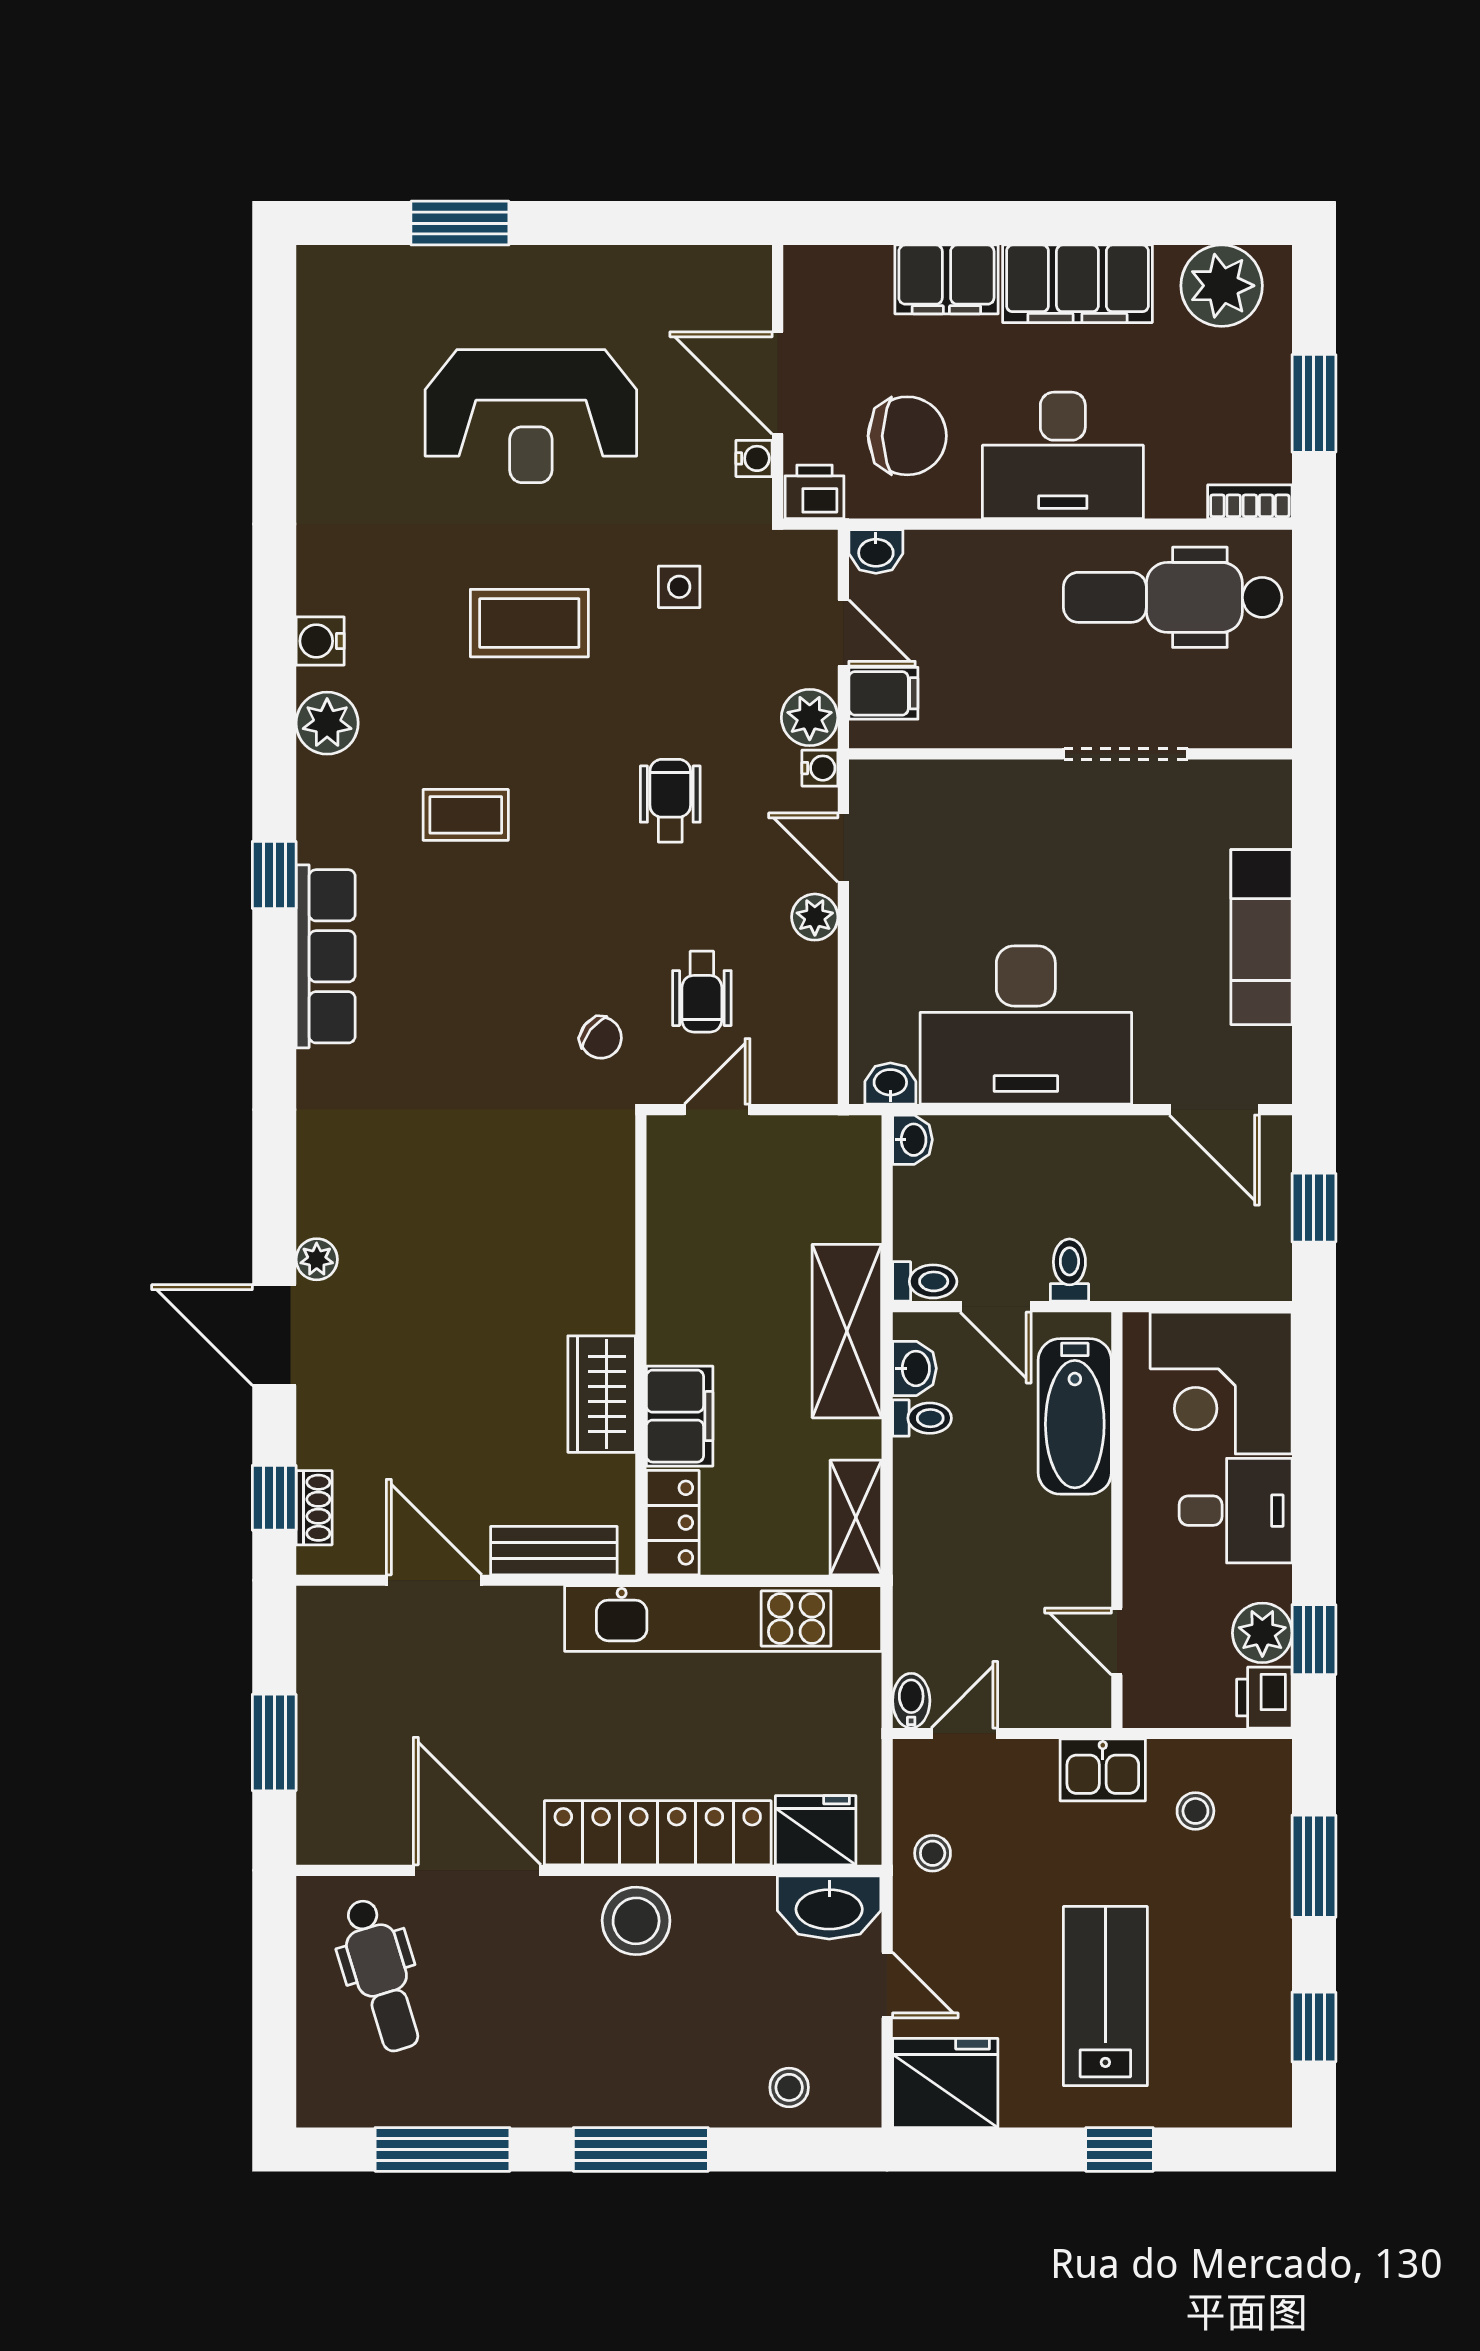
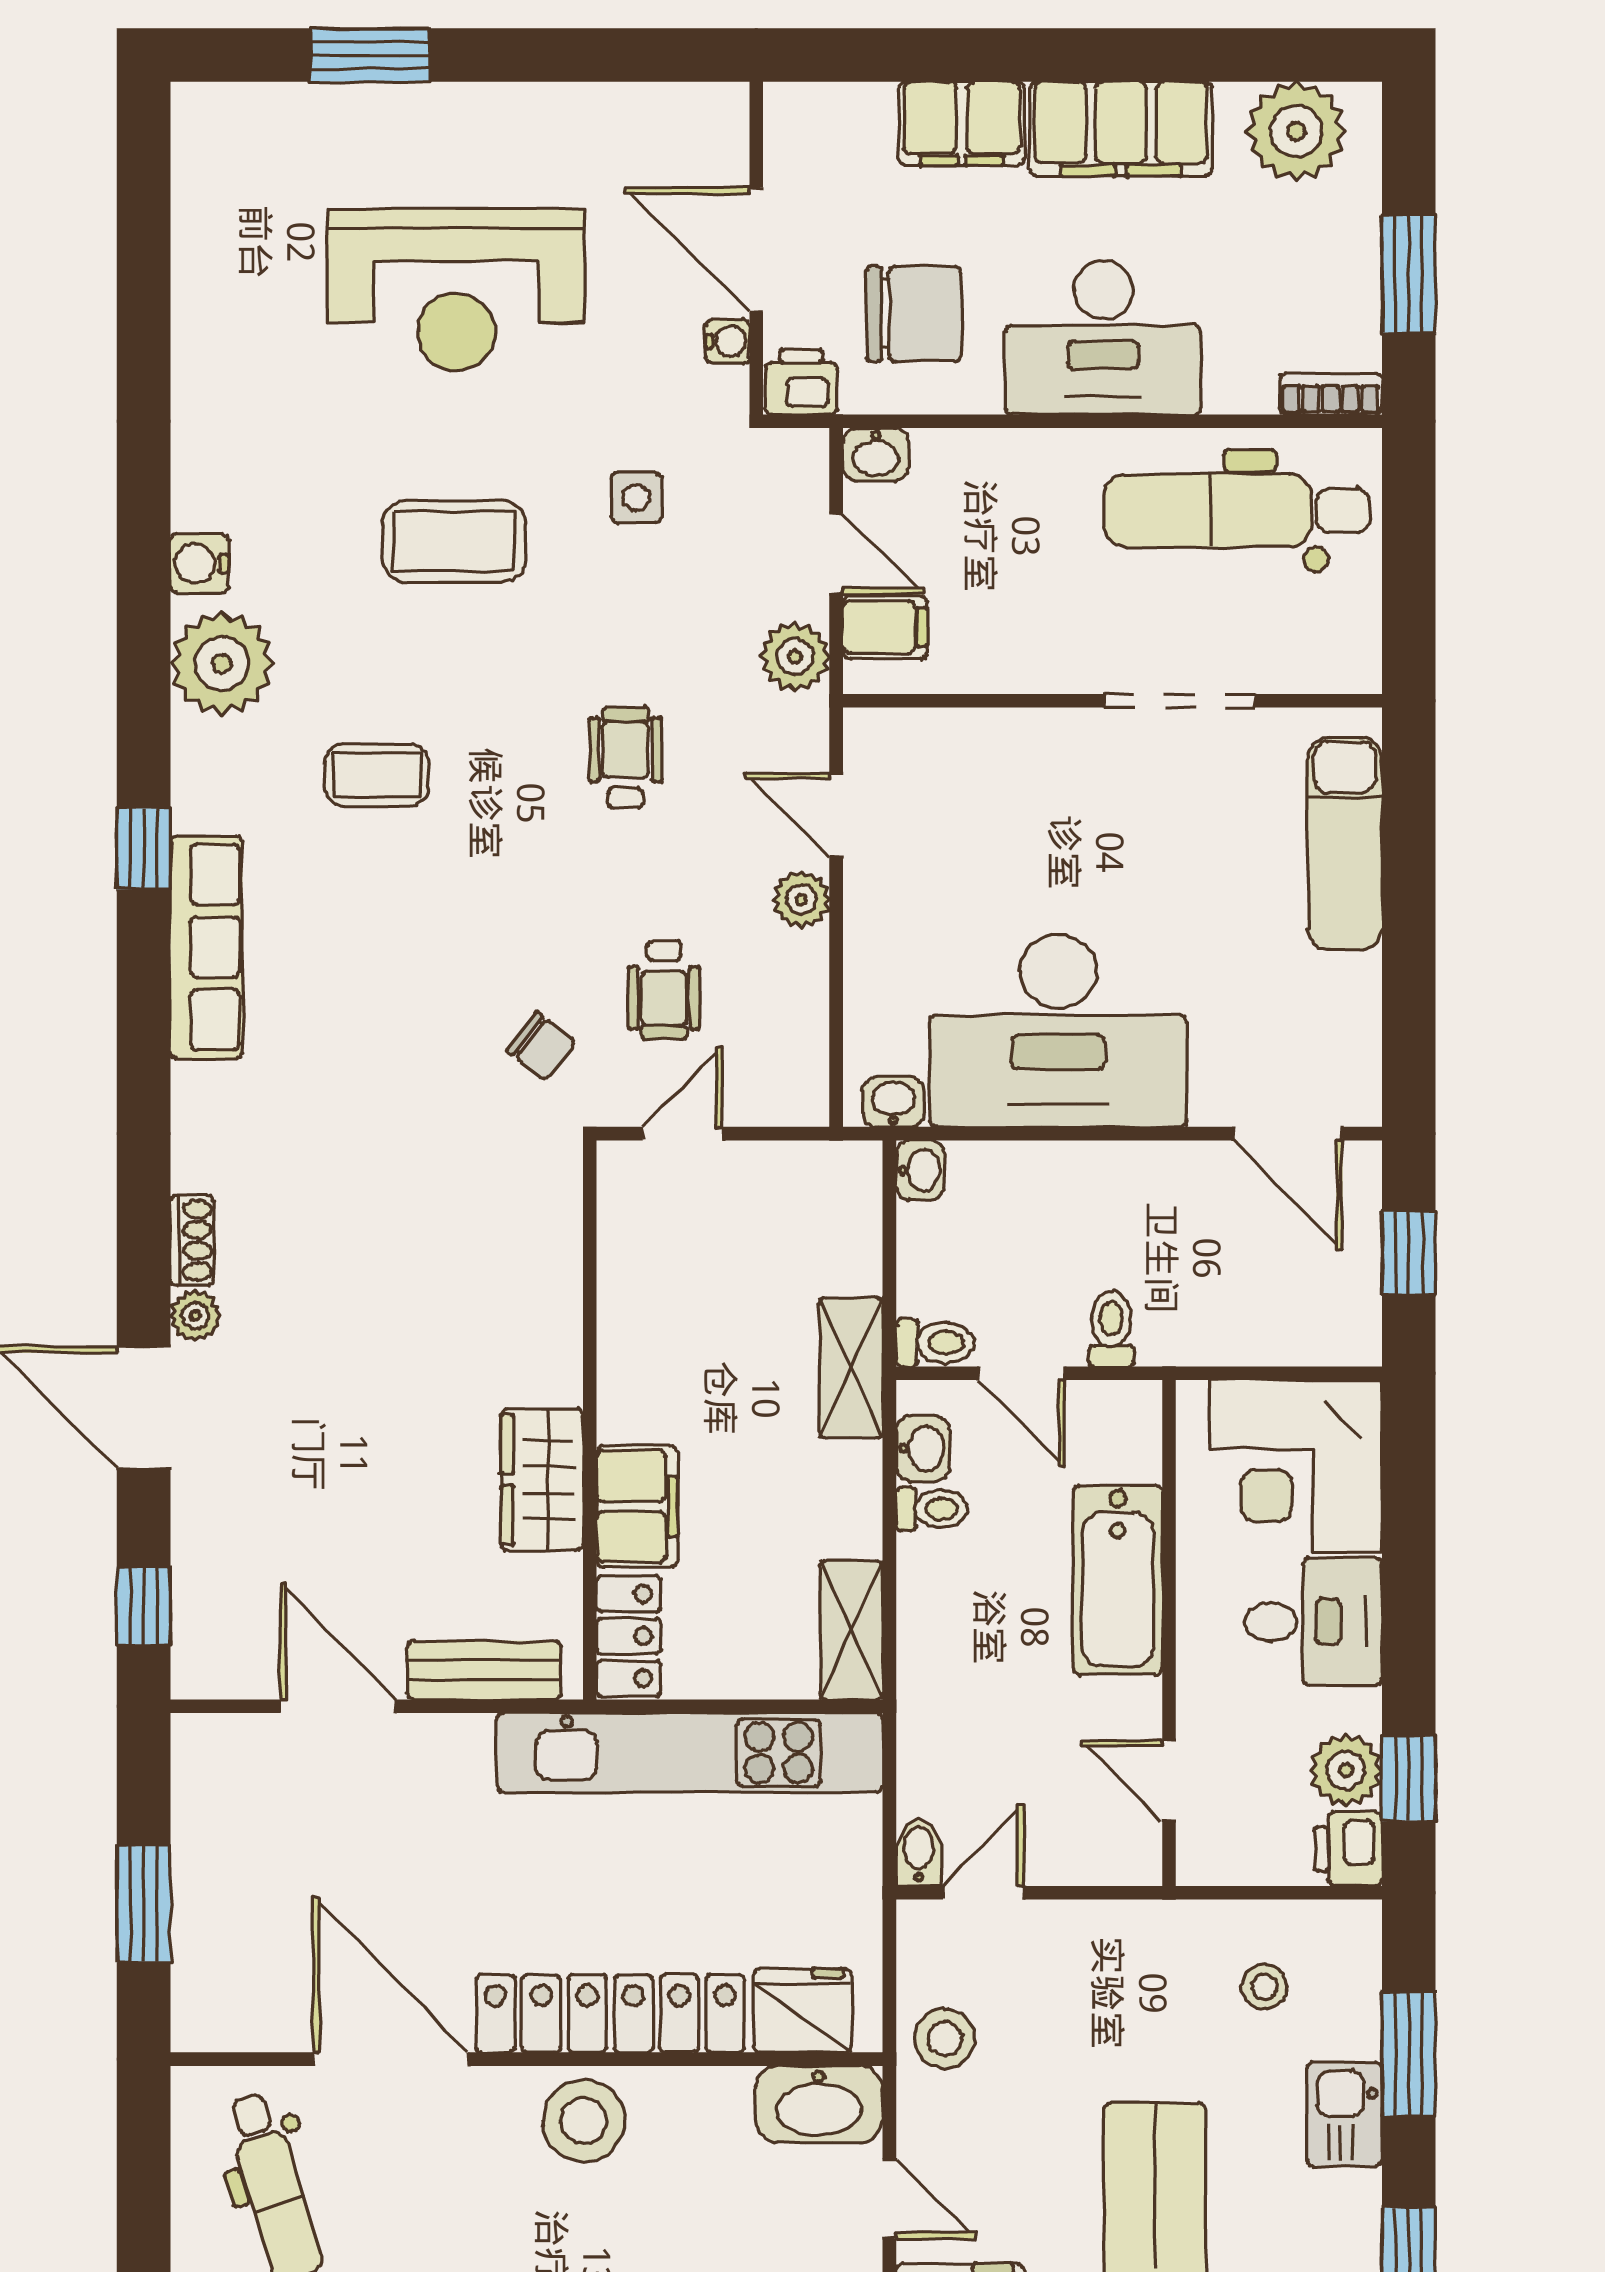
plant: (327, 723) -> (222, 663), width x1.36, depth x1.36
water cooler: (820, 768) -> (808, 718), removed
exam couch: (1261, 937) -> (1345, 844), moved
shelving: (847, 1331) -> (851, 1368), width x0.67, depth x0.75
bathtub: (1075, 1416) -> (1118, 1580), moved
shoe rack: (314, 1508) -> (192, 1240), moved
kitchen sink: (1103, 1770) -> (1344, 2114), moved, turned 90
stool: (933, 1853) -> (945, 2038), width x1.37, depth x1.37

